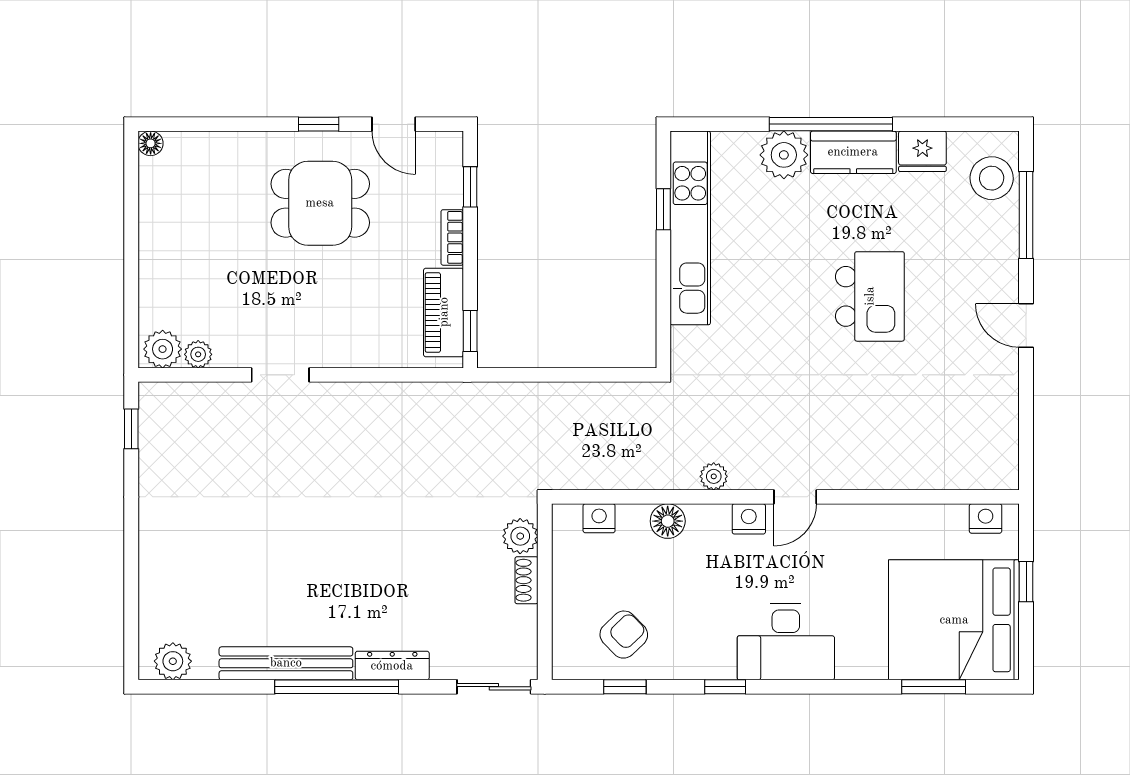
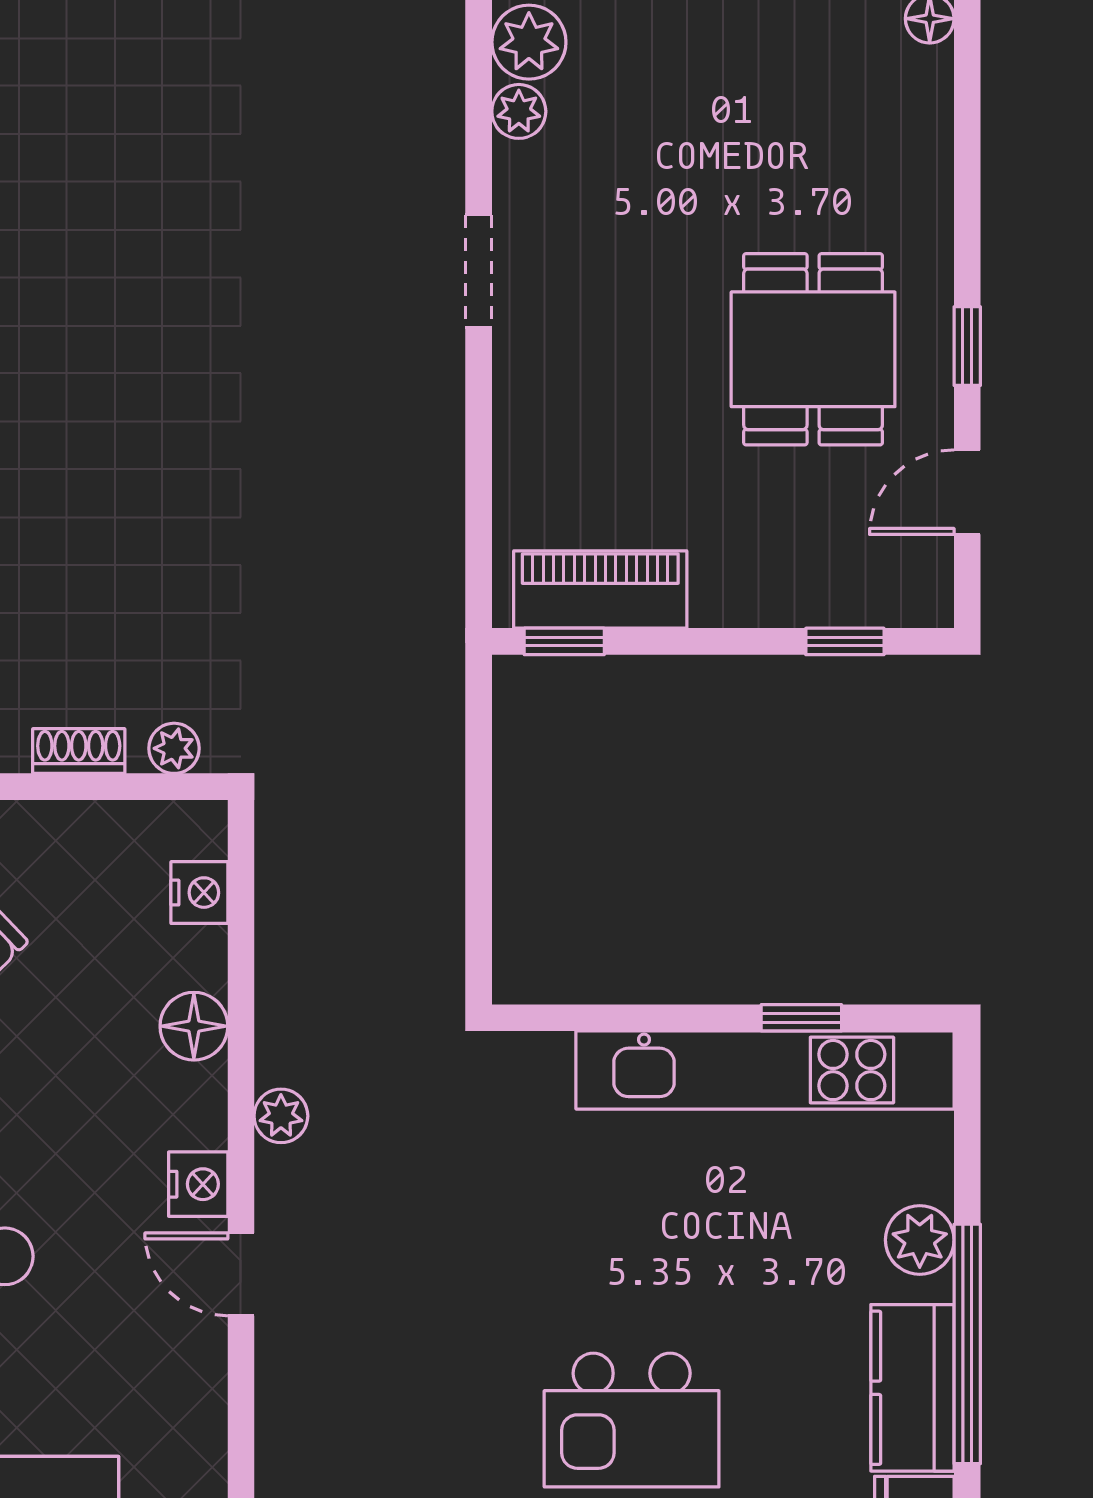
plant: (784, 155) -> (920, 1240), width x0.73, depth x0.73
bookcase: (452, 237) -> (747, 606), removed
plant: (520, 536) -> (174, 748), width x0.73, depth x0.73

